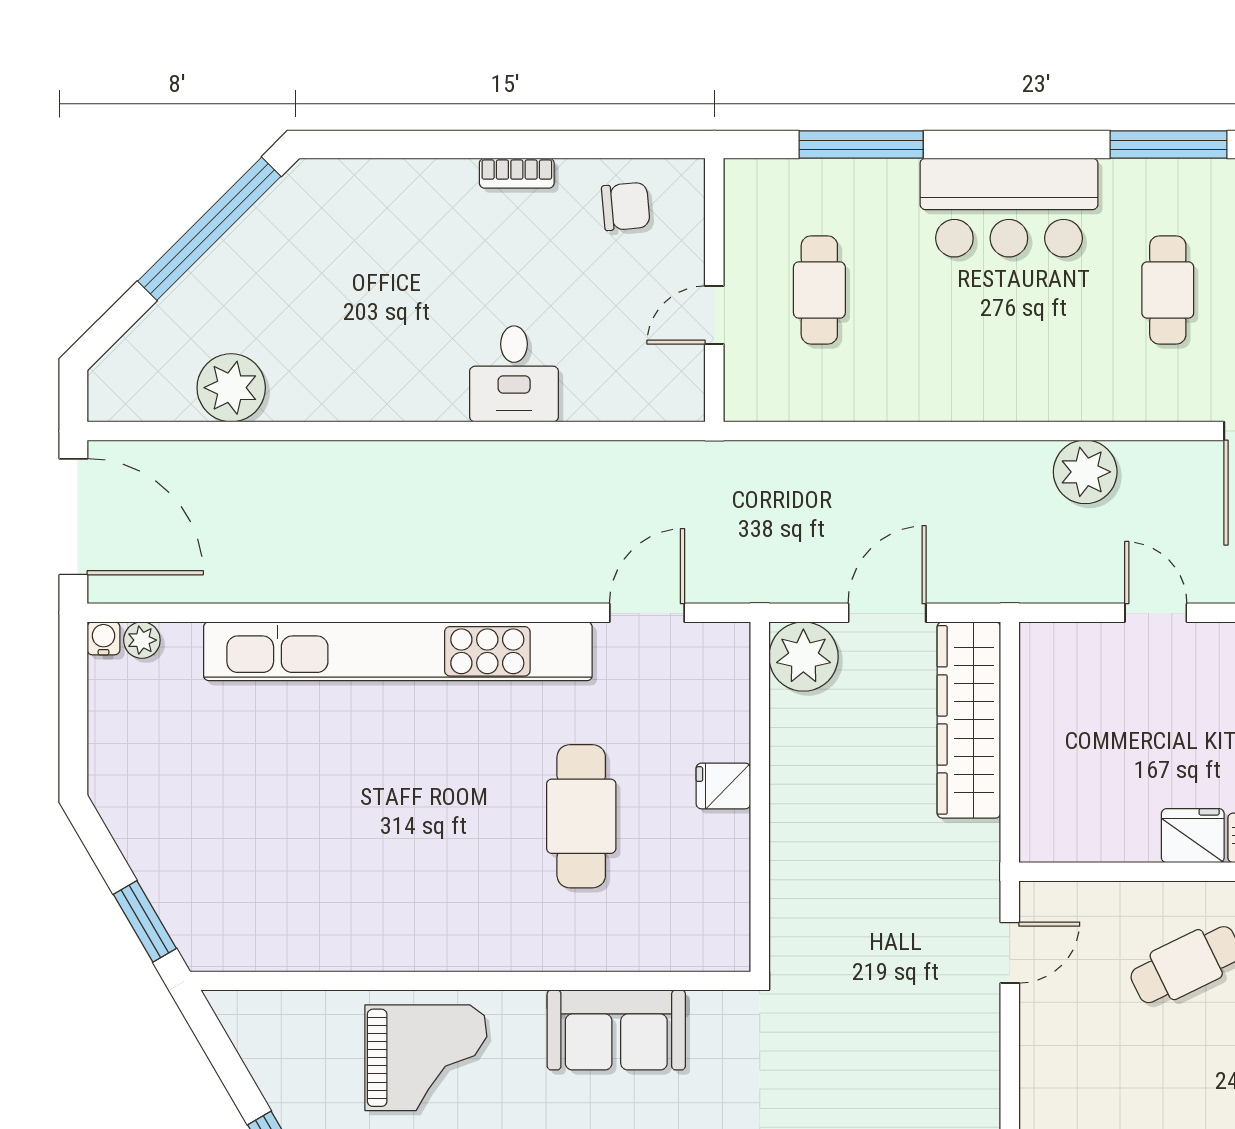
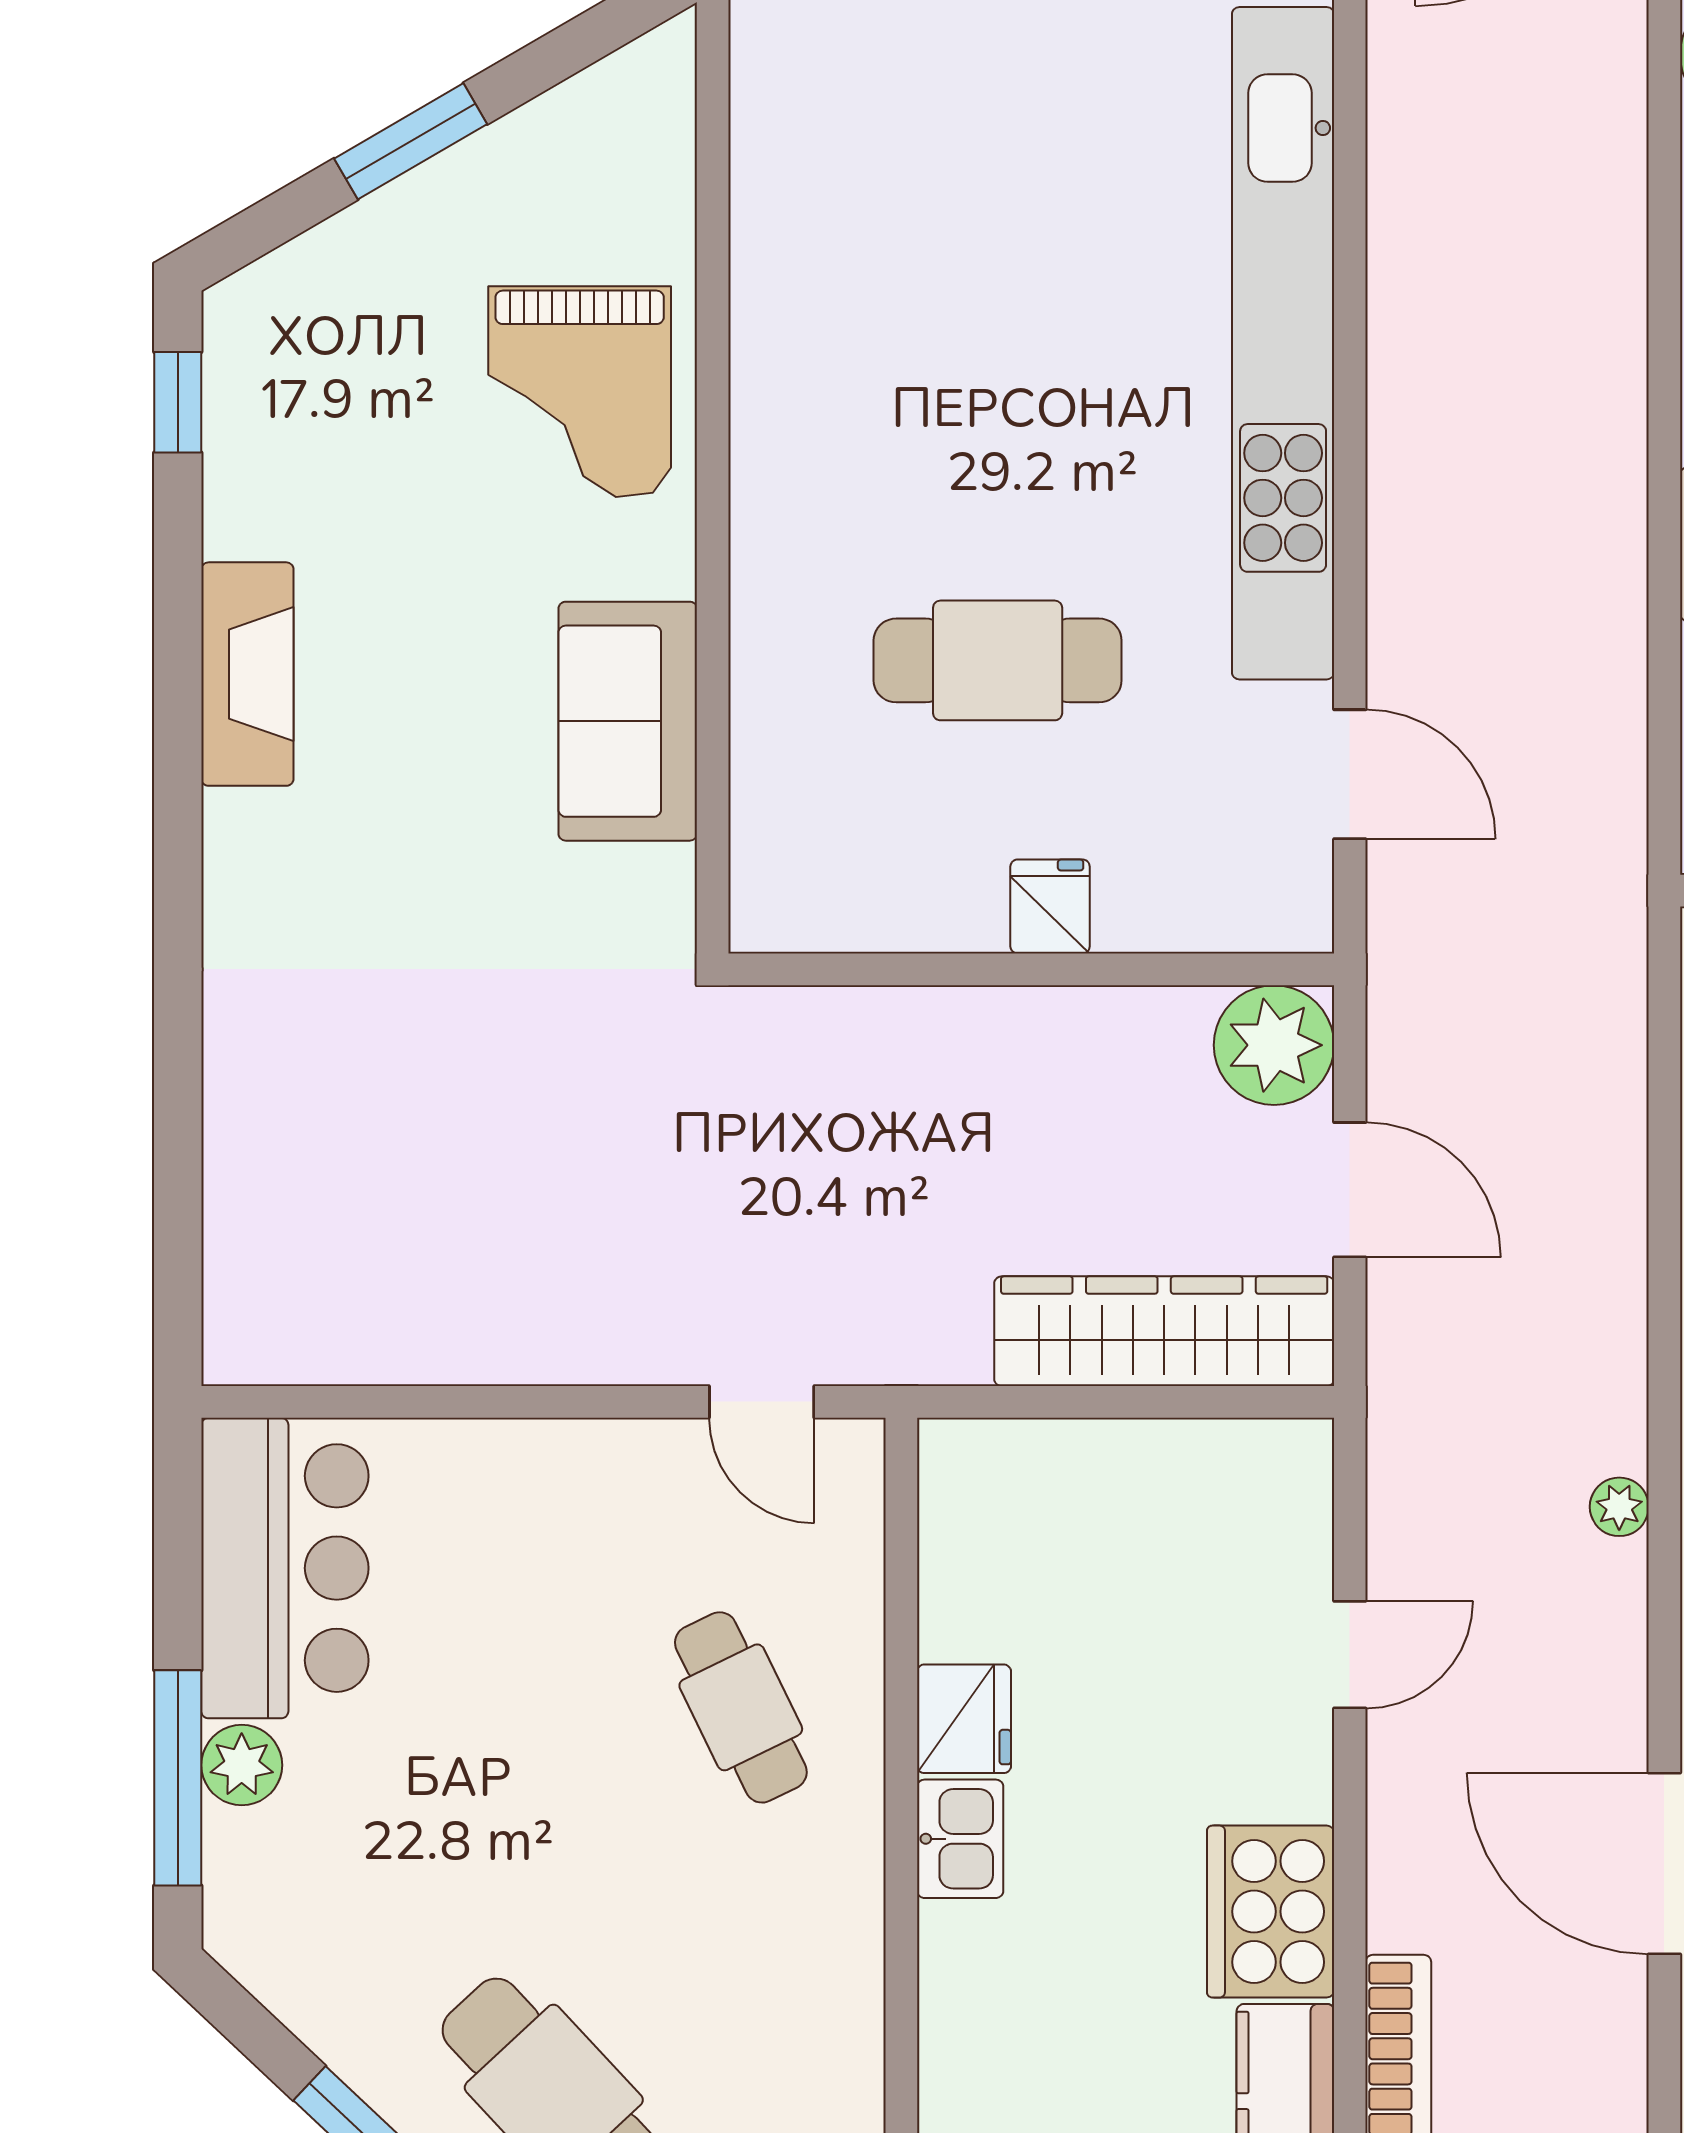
plant: (1085, 472) -> (1619, 1507), width x0.53, depth x0.53

